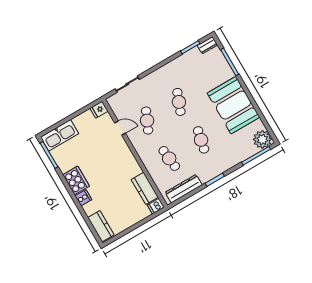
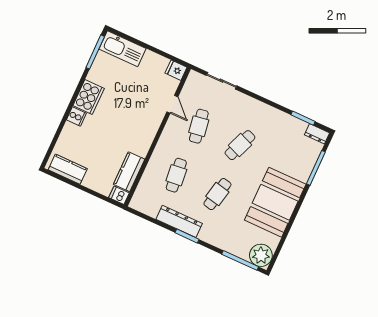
cafe table: (147, 121) -> (199, 126), turned -33
dresser: (184, 189) -> (179, 221), moved
kitchen counter: (101, 226) -> (68, 169), moved, turned -90

